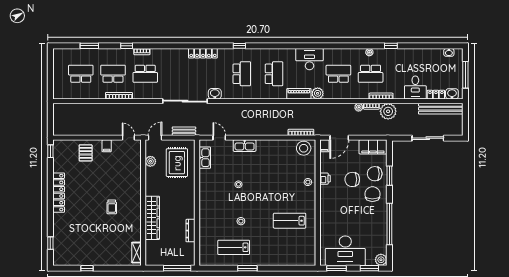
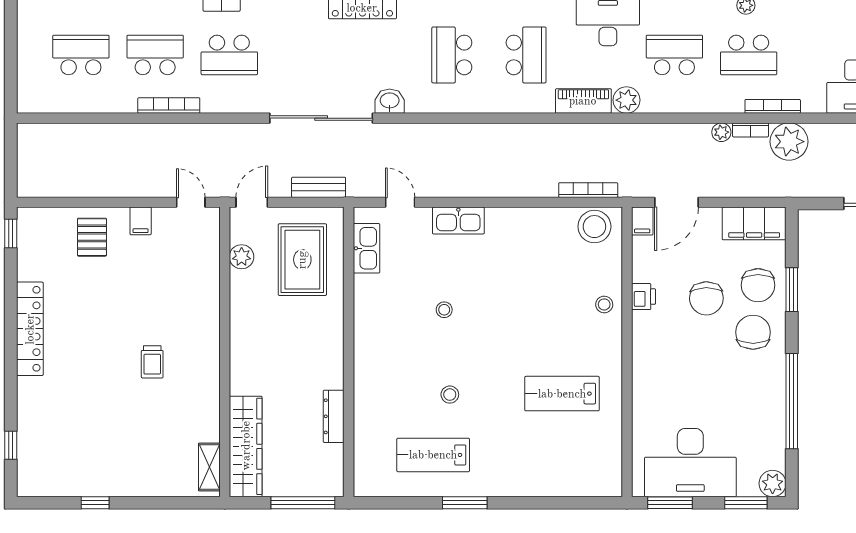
school desk: (242, 74) -> (452, 55), turned 180
chair: (375, 174) -> (758, 285), turned -90
chair: (352, 179) -> (706, 298), turned -91
wardrobe: (152, 218) -> (246, 446), moved

